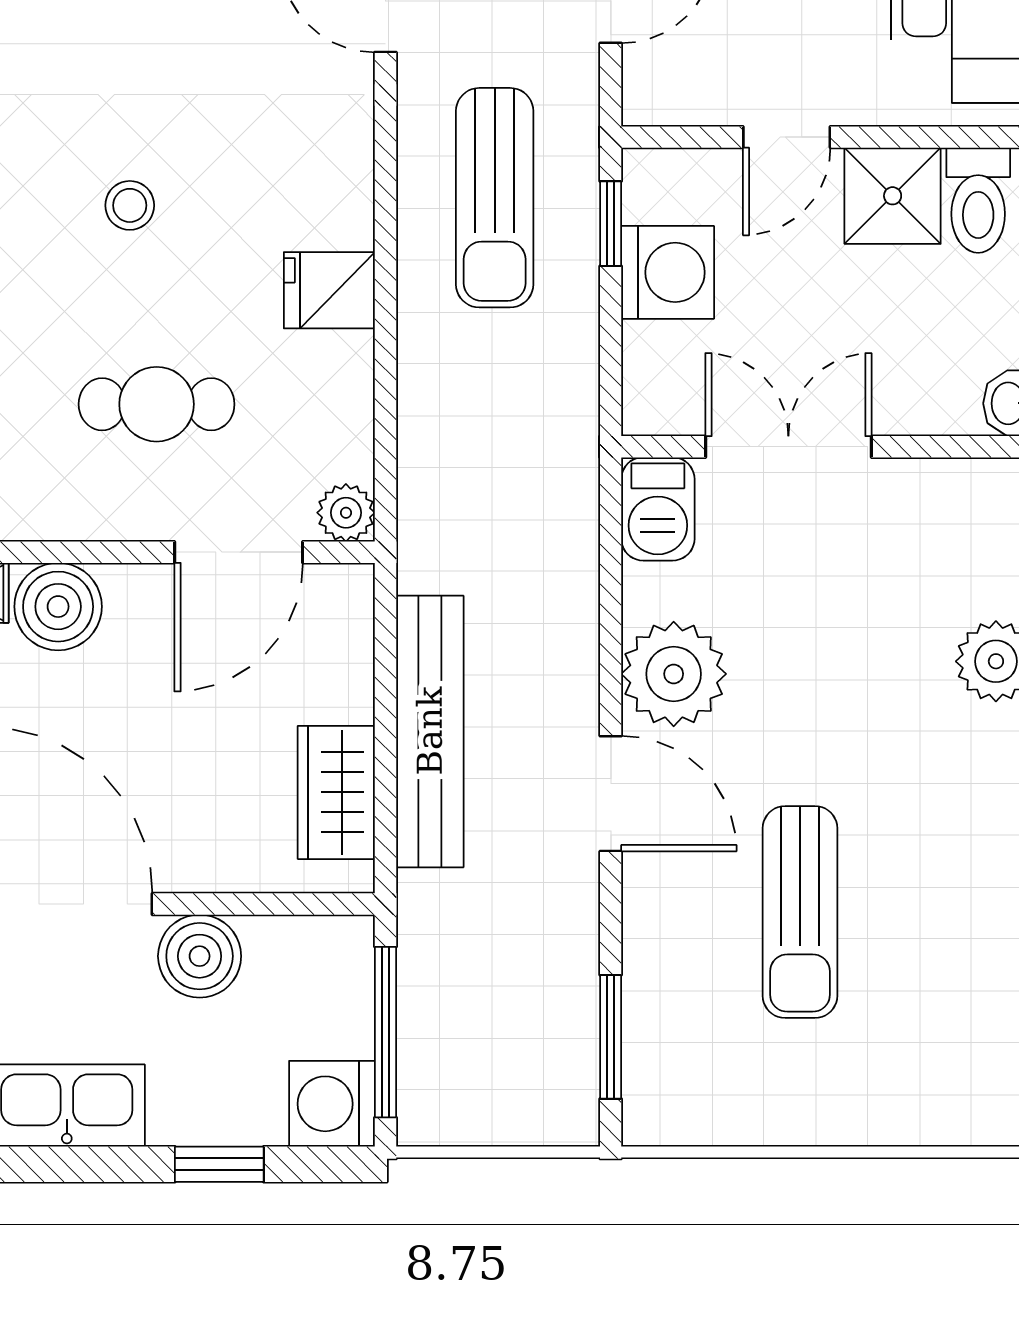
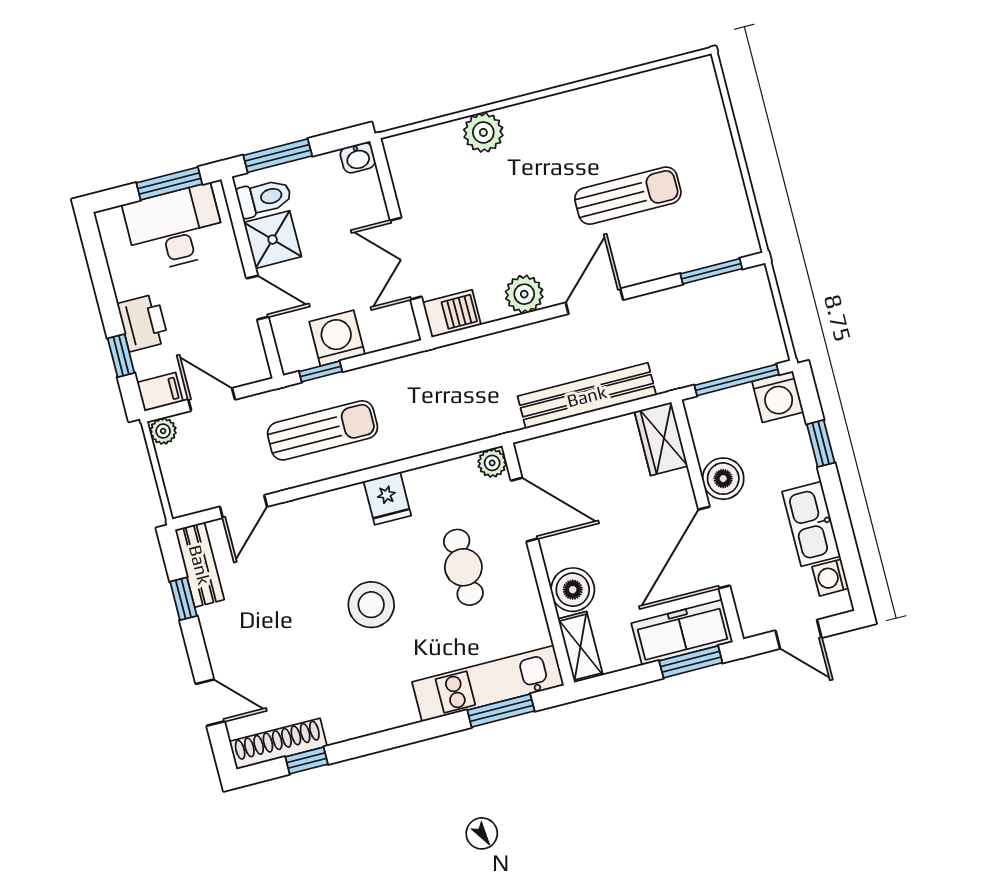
stool: (130, 205) -> (371, 605), width x1.89, depth x1.89
plant: (674, 674) -> (524, 294), width x0.73, depth x0.73
wardrobe: (336, 792) -> (661, 439), moved, turned 90

